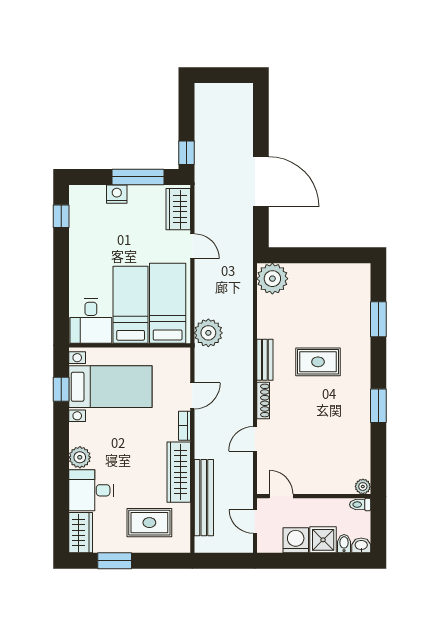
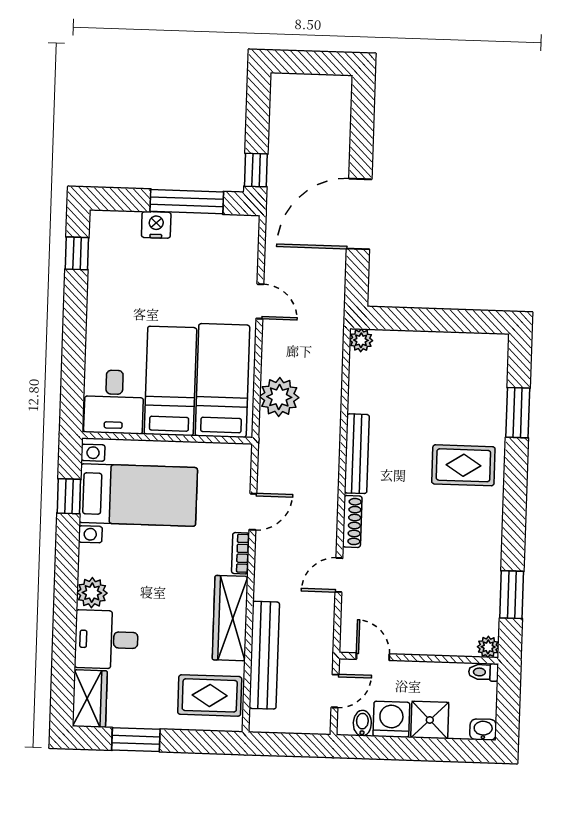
door: (261, 182) -> (359, 214), swing flipped
wardrobe: (178, 209) -> (242, 249), removed
plant: (272, 279) -> (361, 340), width x0.53, depth x0.53
plant: (208, 333) -> (279, 397), moved
bench: (265, 360) -> (357, 454), width x1.36
rug: (318, 362) -> (463, 465), moved
window: (378, 406) -> (512, 595), moved
door: (255, 521) -> (335, 691), swing flipped
rug: (149, 523) -> (210, 695), moved
bidet: (344, 544) -> (362, 723), moved

